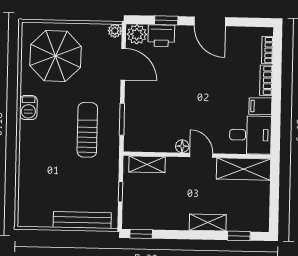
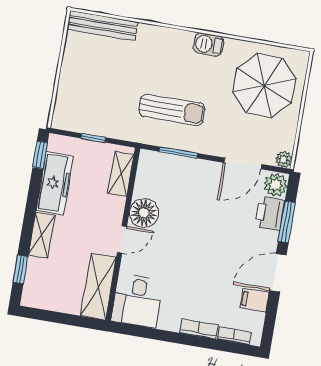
window: (166, 20) -> (287, 222), width x1.50
filing cabinet: (260, 106) -> (254, 300), moved, turned -90
floor lamp: (182, 146) -> (144, 213), width x1.89, depth x1.89
freezer: (163, 218) -> (55, 183), added
bench: (82, 220) -> (102, 26), moved, turned 90

